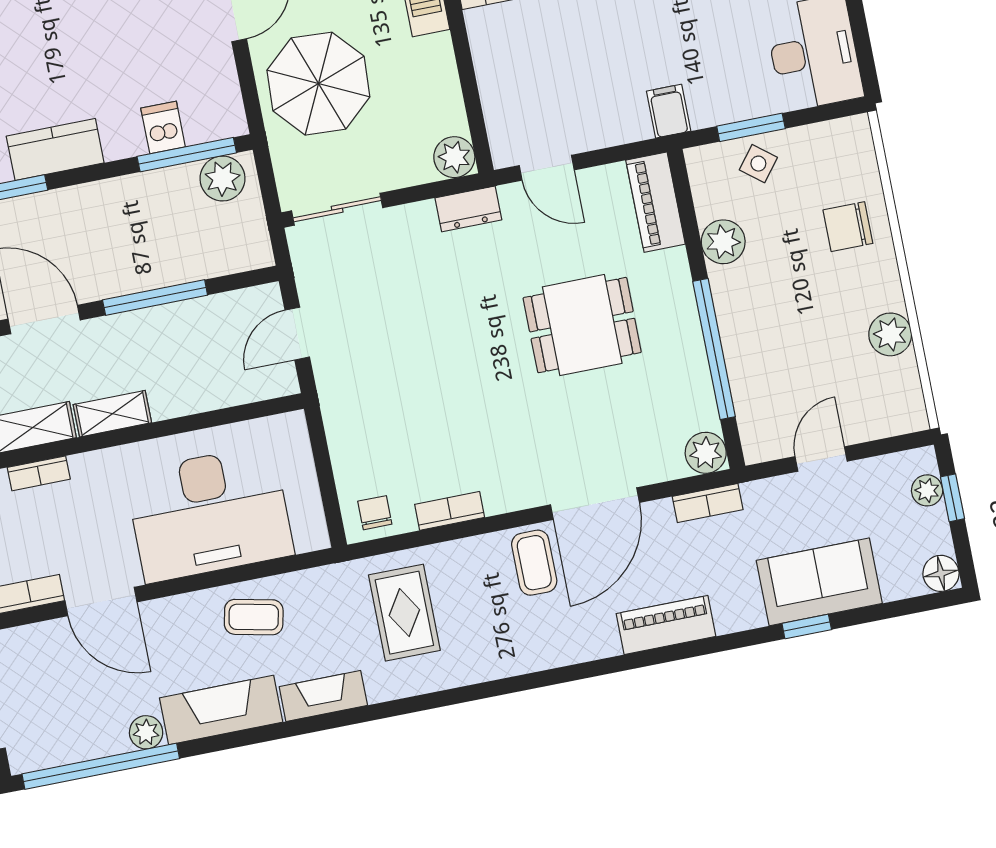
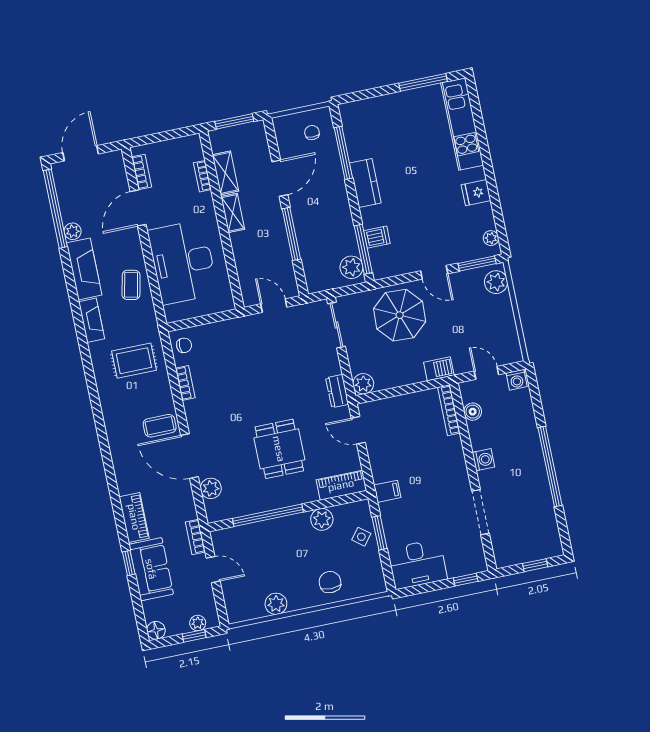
door: (547, 168) -> (358, 430), hinge flipped
plant: (706, 453) -> (211, 488), moved
bookcase: (708, 503) -> (195, 537), moved
piano: (666, 625) -> (134, 517), moved

